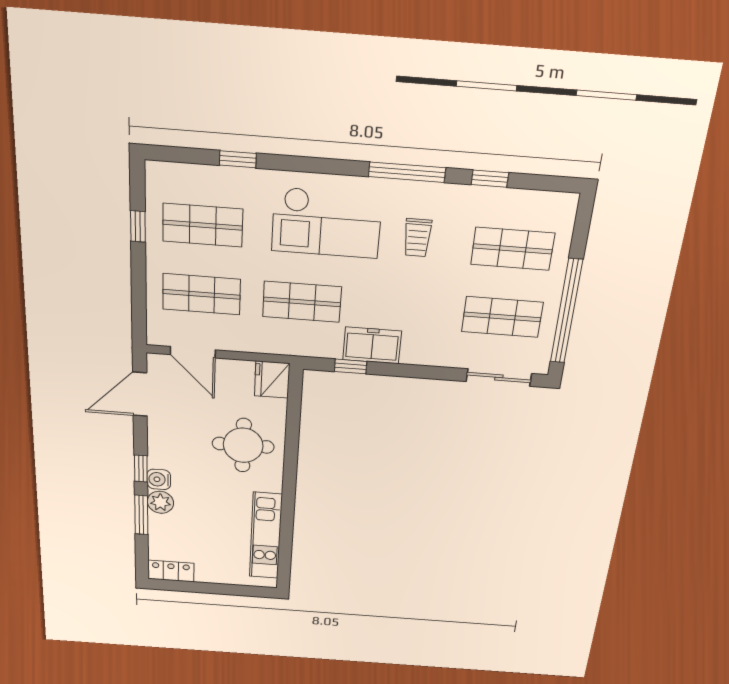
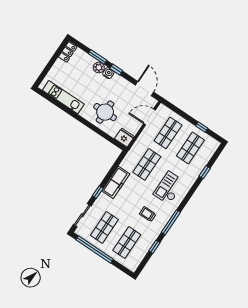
checkout: (326, 223) -> (169, 188), width x0.73, depth x0.83
freezer: (372, 345) -> (116, 182), width x1.40
window: (351, 366) -> (98, 192), moved

